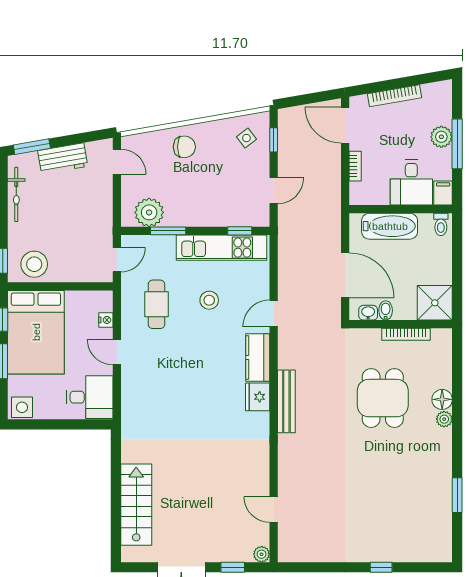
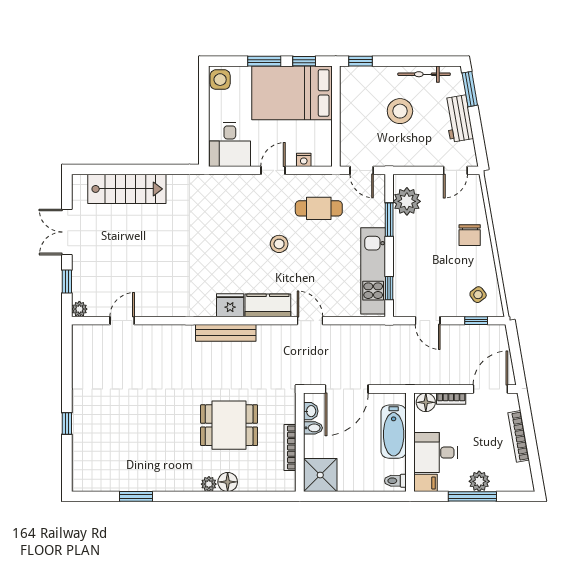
floor lamp: (359, 193) -> (426, 402), added
stool: (34, 264) -> (400, 111), moved
stool: (209, 300) -> (279, 244), moved

